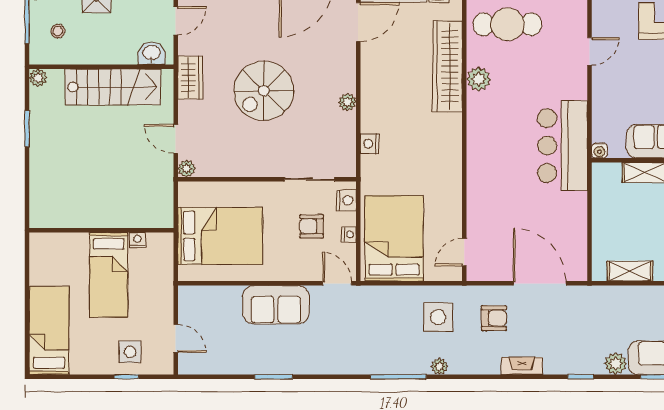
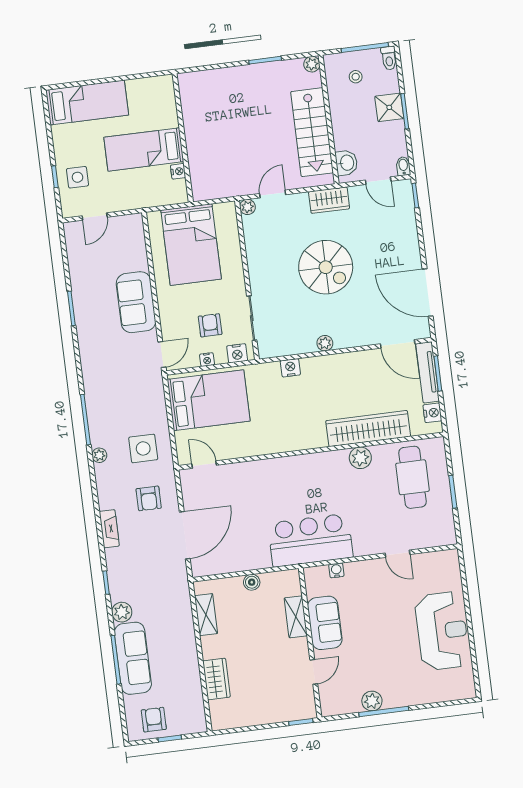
spiral stairs: (264, 91) -> (326, 267), turned 180
water cooler: (599, 150) -> (336, 570), moved, turned 90
boiler: (601, 216) -> (252, 582), added

